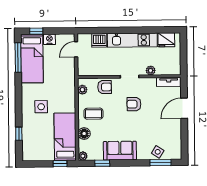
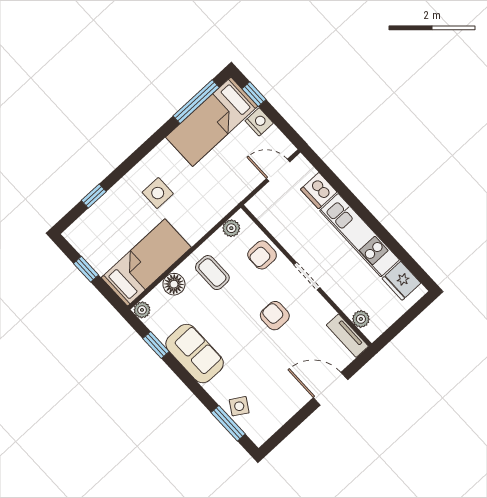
plant: (151, 71) -> (361, 319), moved
armchair: (105, 87) -> (262, 255), turned 90
window: (60, 164) -> (86, 269), moved

